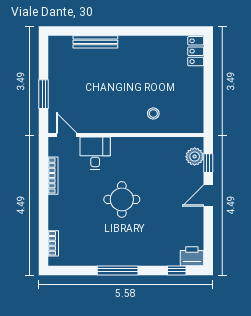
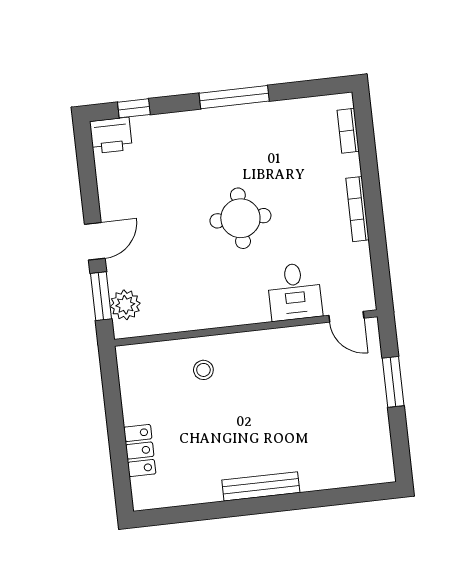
bench: (95, 42) -> (261, 486), moved
locker: (196, 51) -> (140, 451), moved
window: (208, 163) -> (101, 296), width x1.50
bookcase: (53, 176) -> (357, 209), moved

